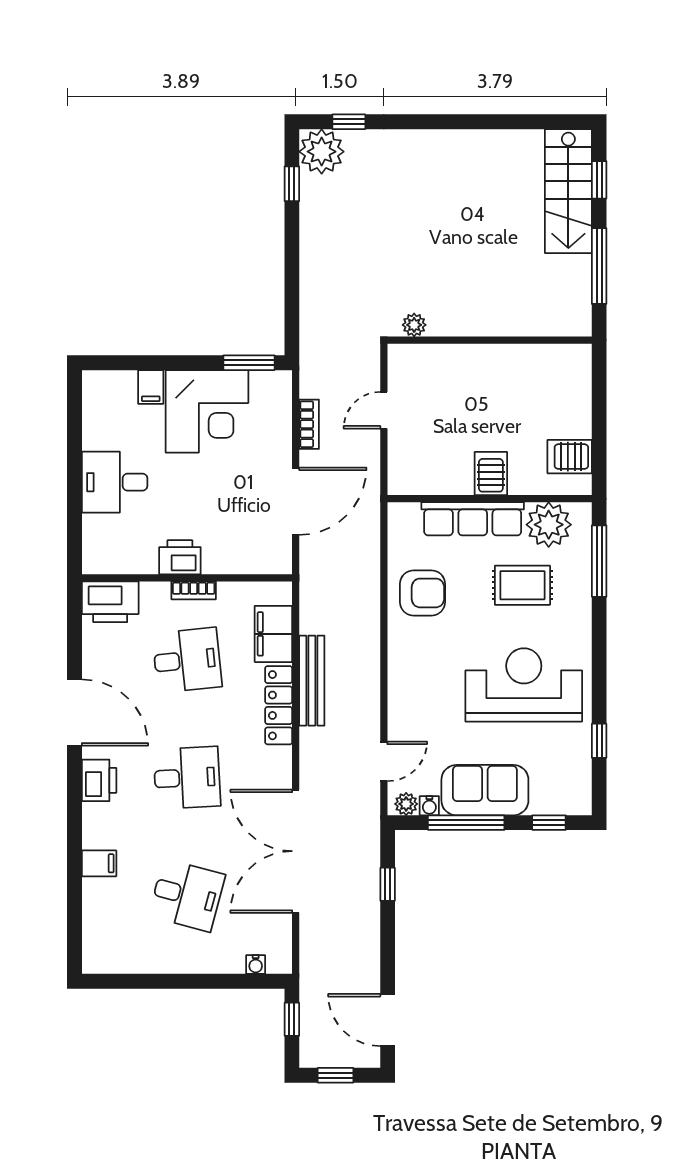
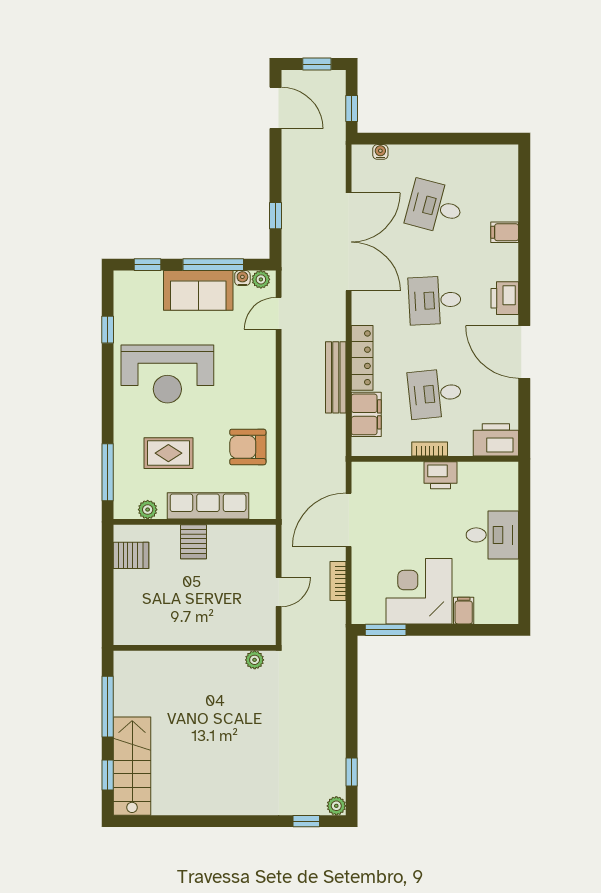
plant: (322, 152) -> (336, 806), width x0.53, depth x0.53
plant: (549, 525) -> (148, 510), width x0.53, depth x0.53

